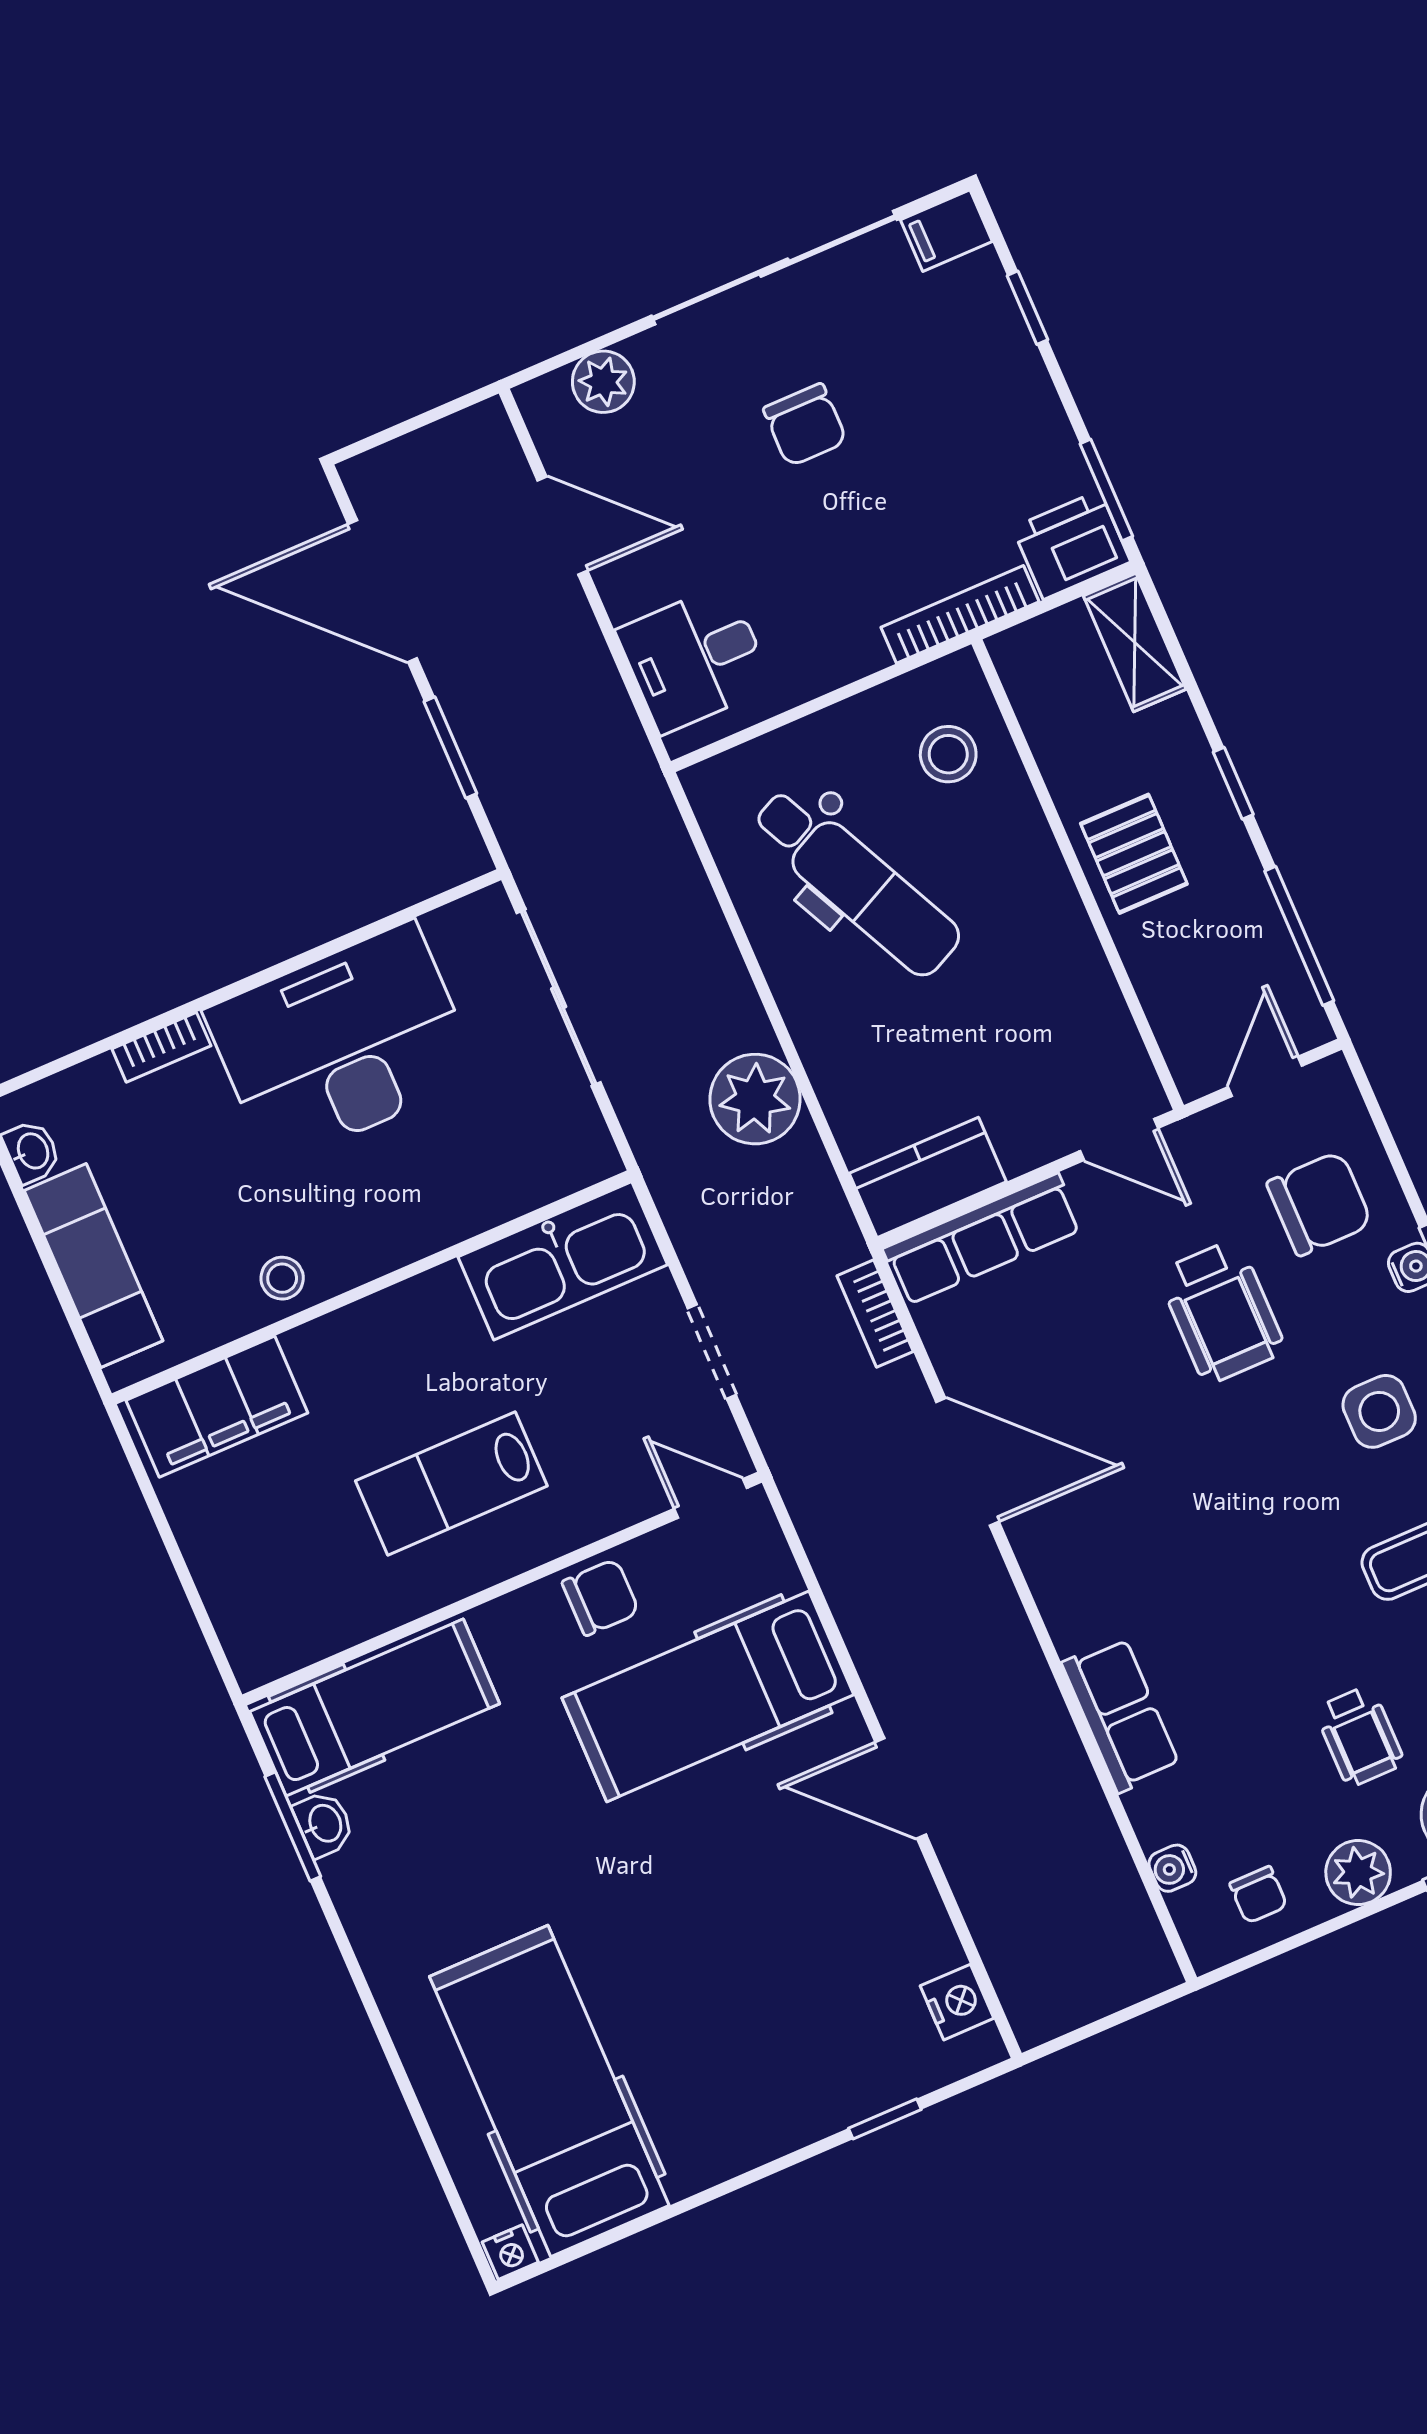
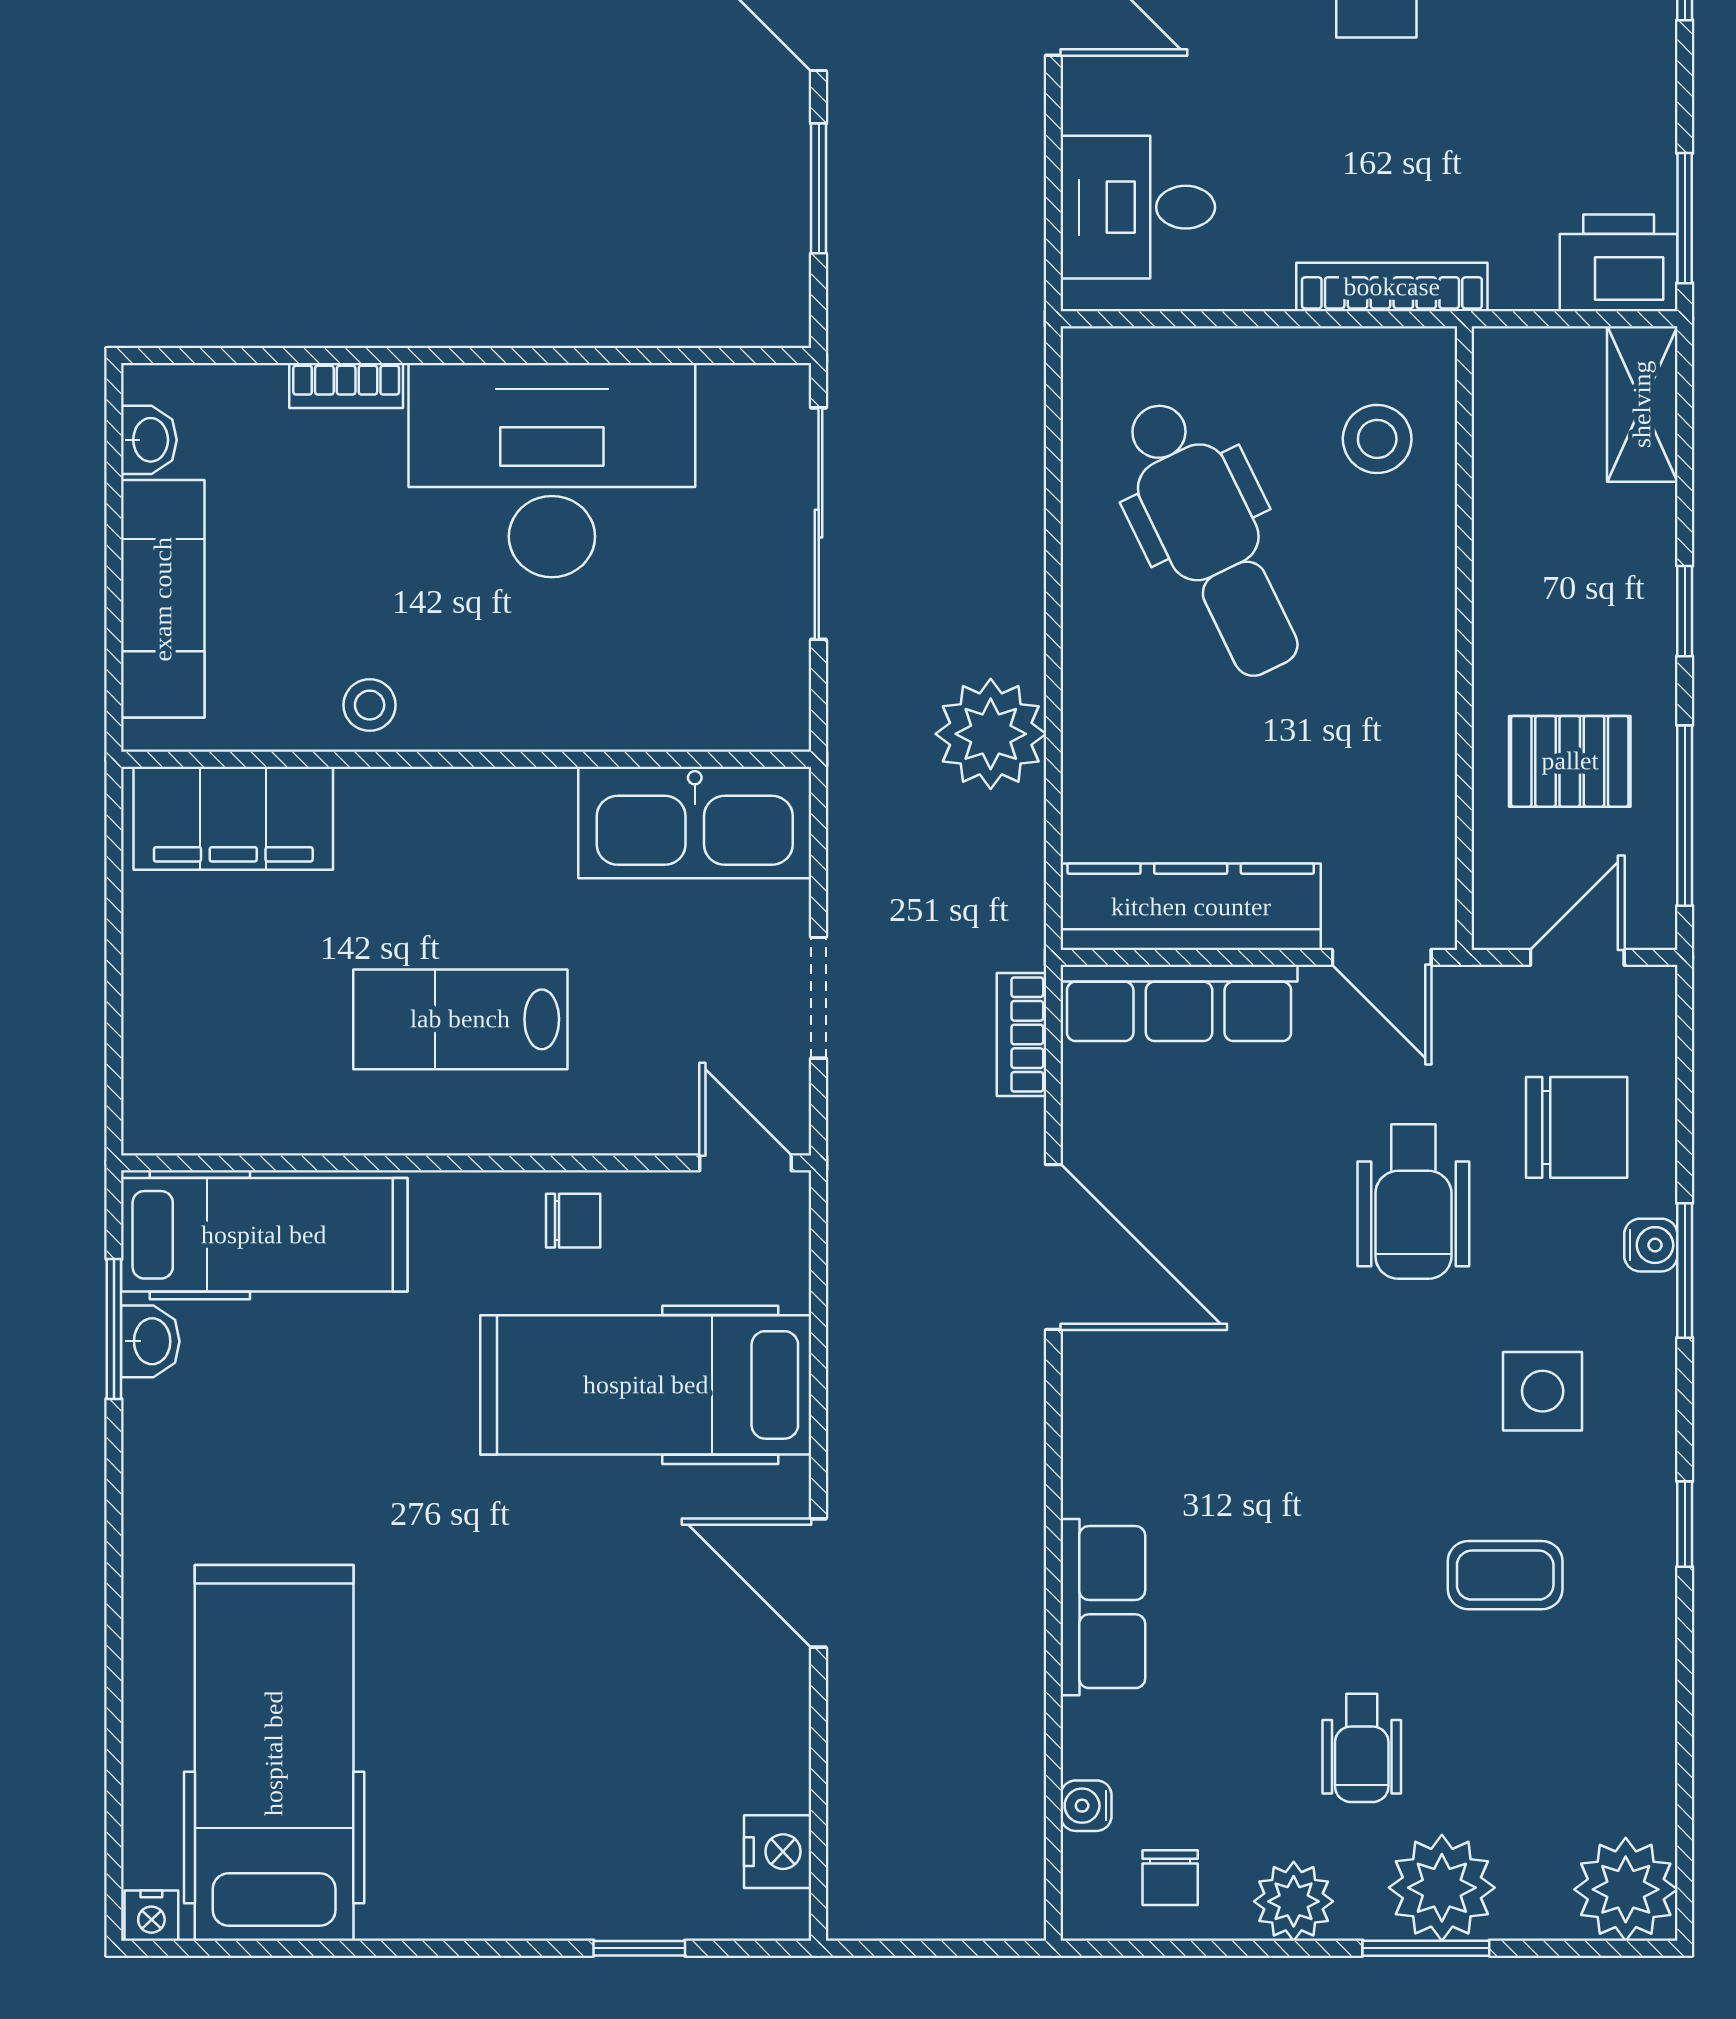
bookcase: (960, 614) -> (1392, 287), moved
pallet: (1134, 854) -> (1570, 761), moved, turned 90
kitchen counter: (928, 1177) -> (1191, 907), width x1.50
chair: (601, 1597) -> (573, 1221), width x0.73, depth x0.73

